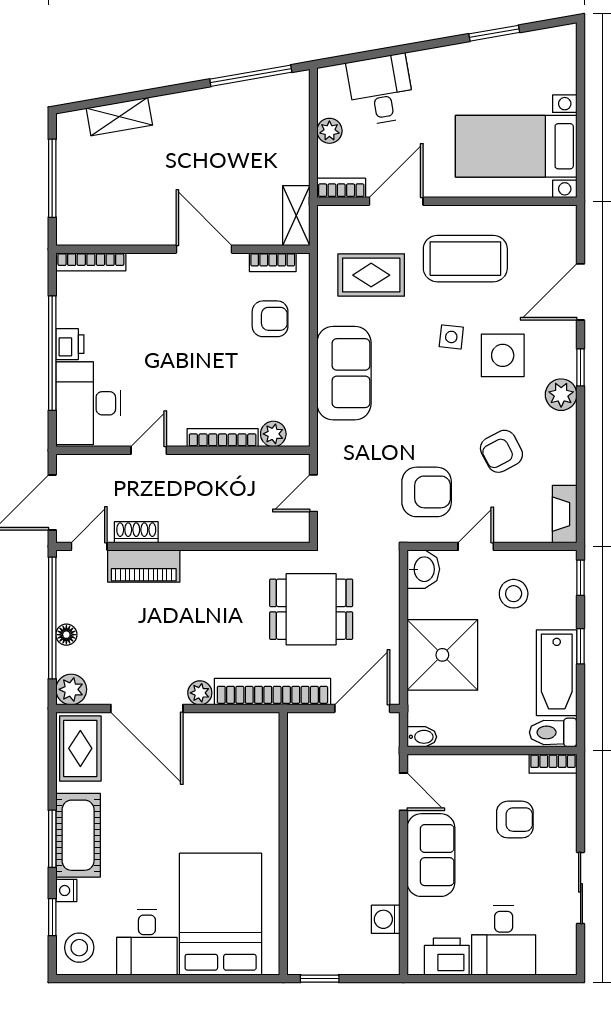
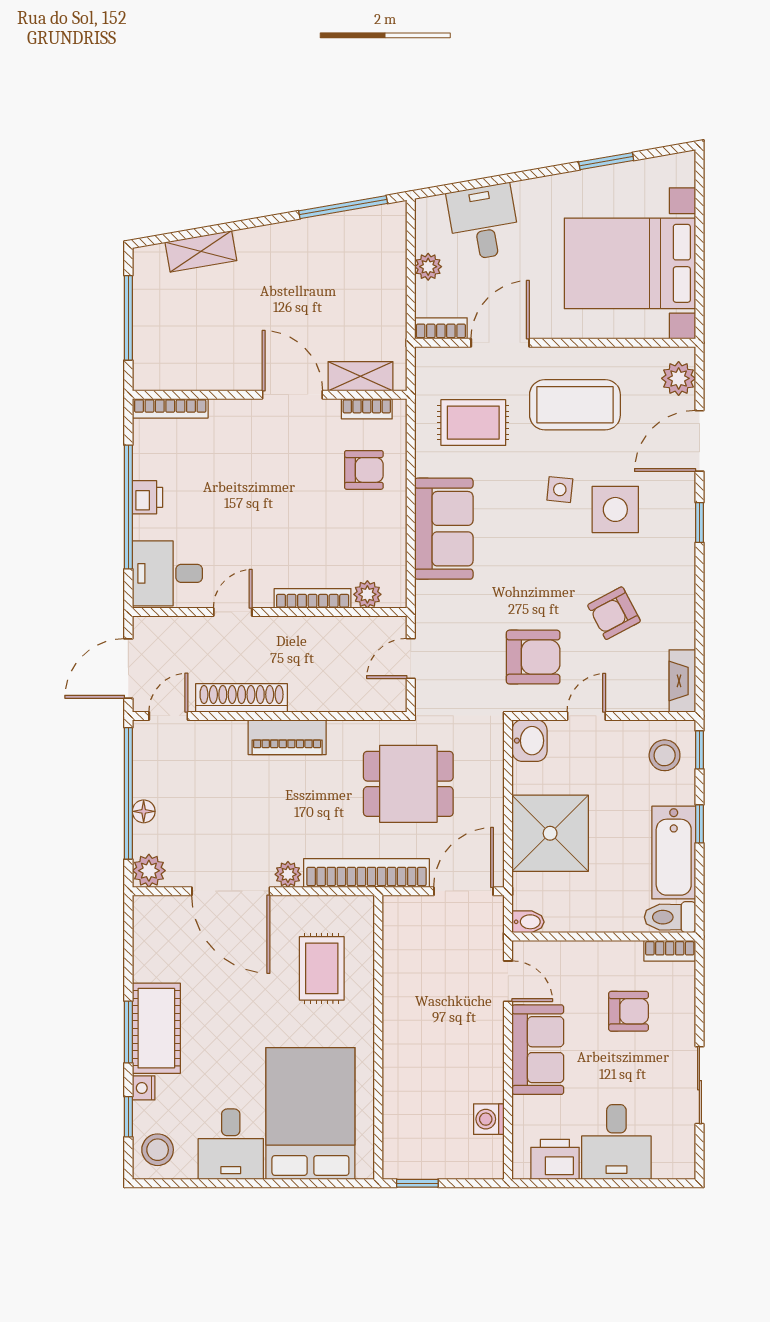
bed with nightstands: (516, 146) -> (630, 263), width x1.36
shelving: (296, 216) -> (361, 376), moved, turned 90
plant: (561, 395) -> (679, 378), moved
desk: (88, 403) -> (167, 573), width x0.73
shoe rack: (136, 532) -> (242, 698), width x1.94, depth x1.24
piano: (144, 566) -> (287, 737), moved
stool: (514, 594) -> (665, 755), moved
rug: (80, 748) -> (322, 968), moved

